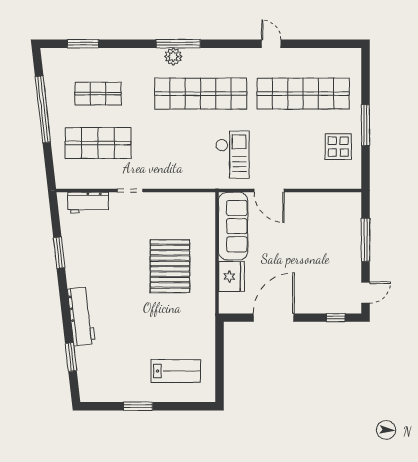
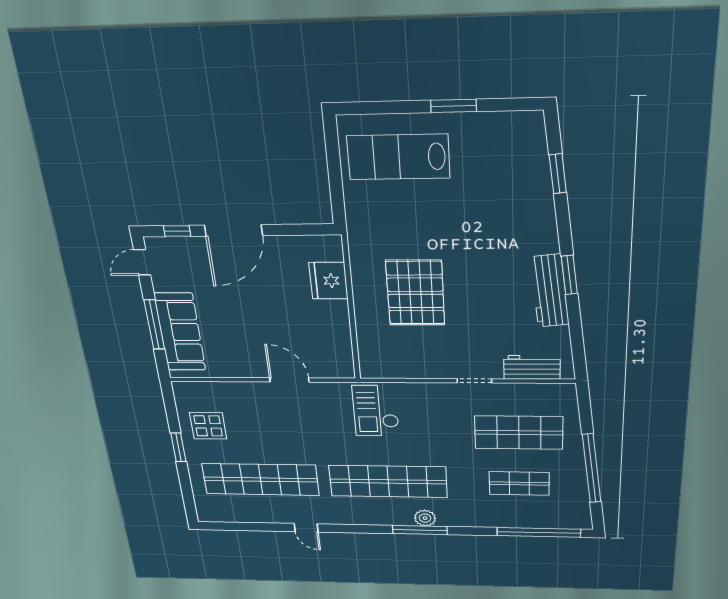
window: (83, 44) -> (539, 532), width x2.11
window: (365, 125) -> (178, 447), width x0.69
checkout: (232, 155) -> (376, 411), moved
sofa: (233, 226) -> (180, 332), moved, turned 180
window: (59, 253) -> (569, 275), moved
workbench: (81, 316) -> (549, 291), moved
door: (274, 318) -> (233, 230), moved
lab bench: (176, 371) -> (398, 157), width x1.36, depth x1.39

